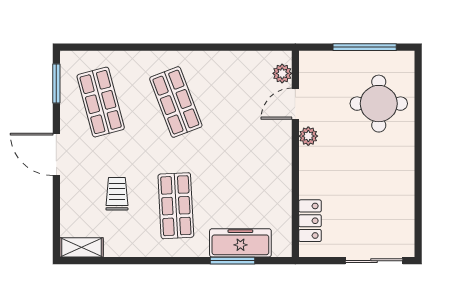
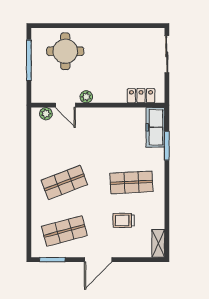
freezer: (240, 243) -> (155, 127), moved

